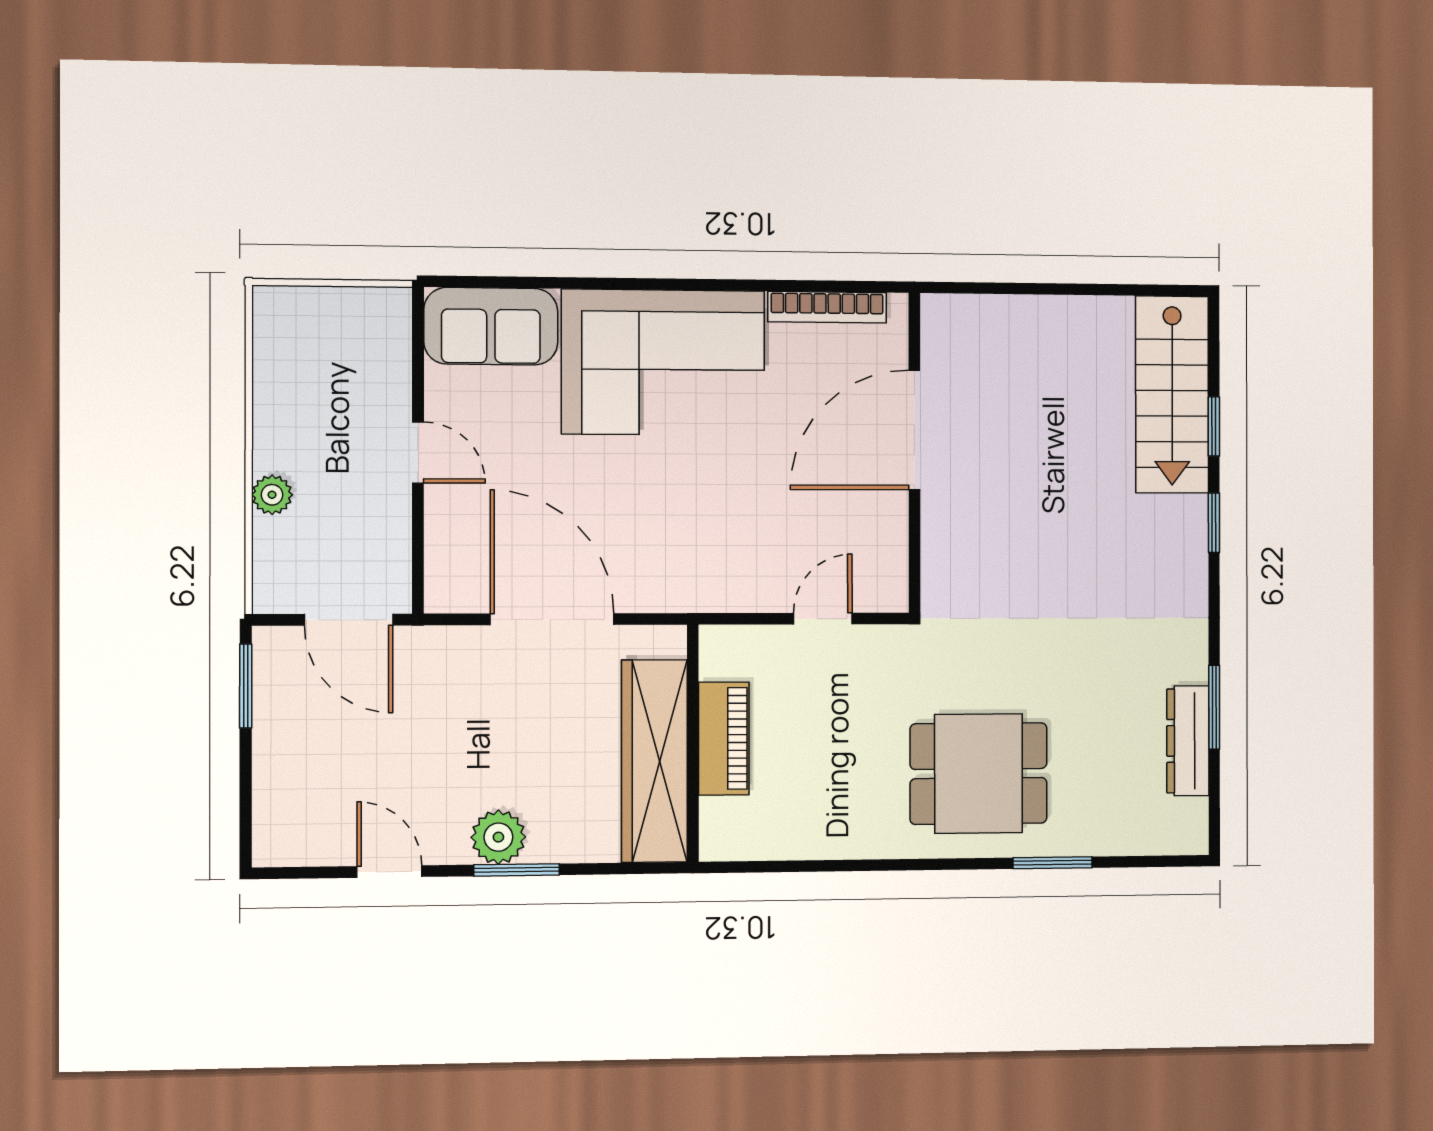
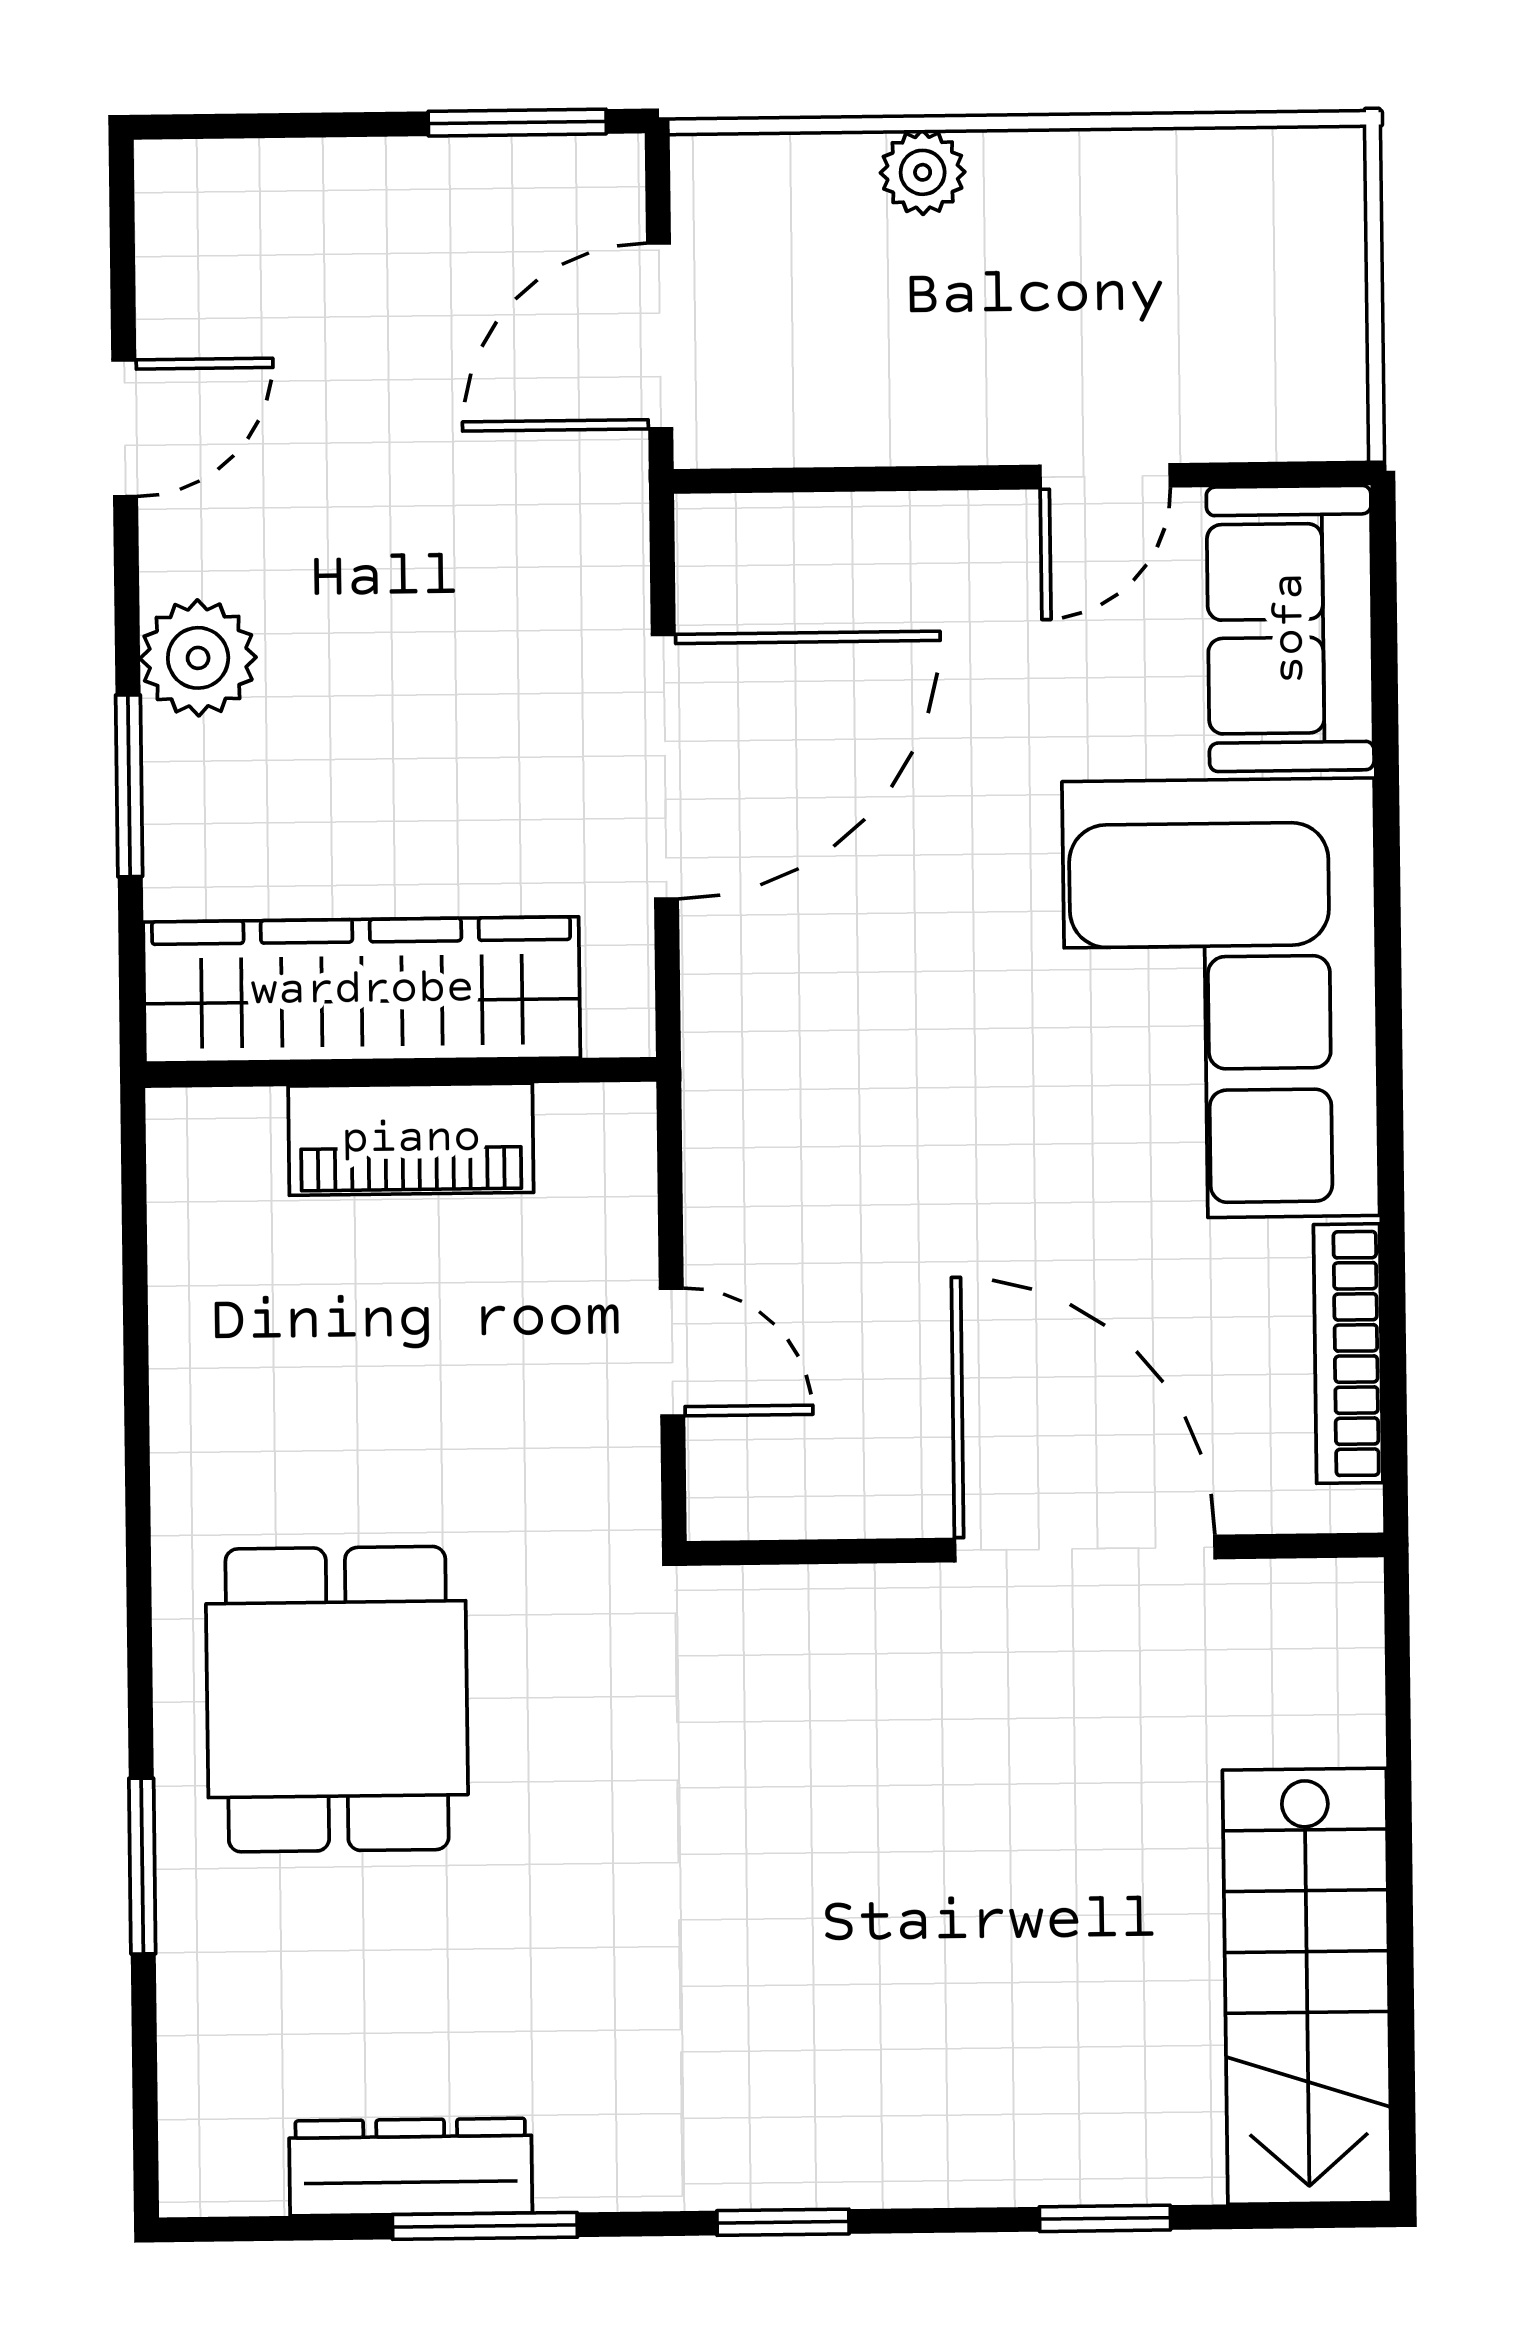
stairs: (1172, 395) -> (1307, 1986), moved, turned -90
door: (418, 452) -> (1105, 476), moved
window: (1214, 523) -> (783, 2222), moved
window: (517, 870) -> (129, 786), moved

